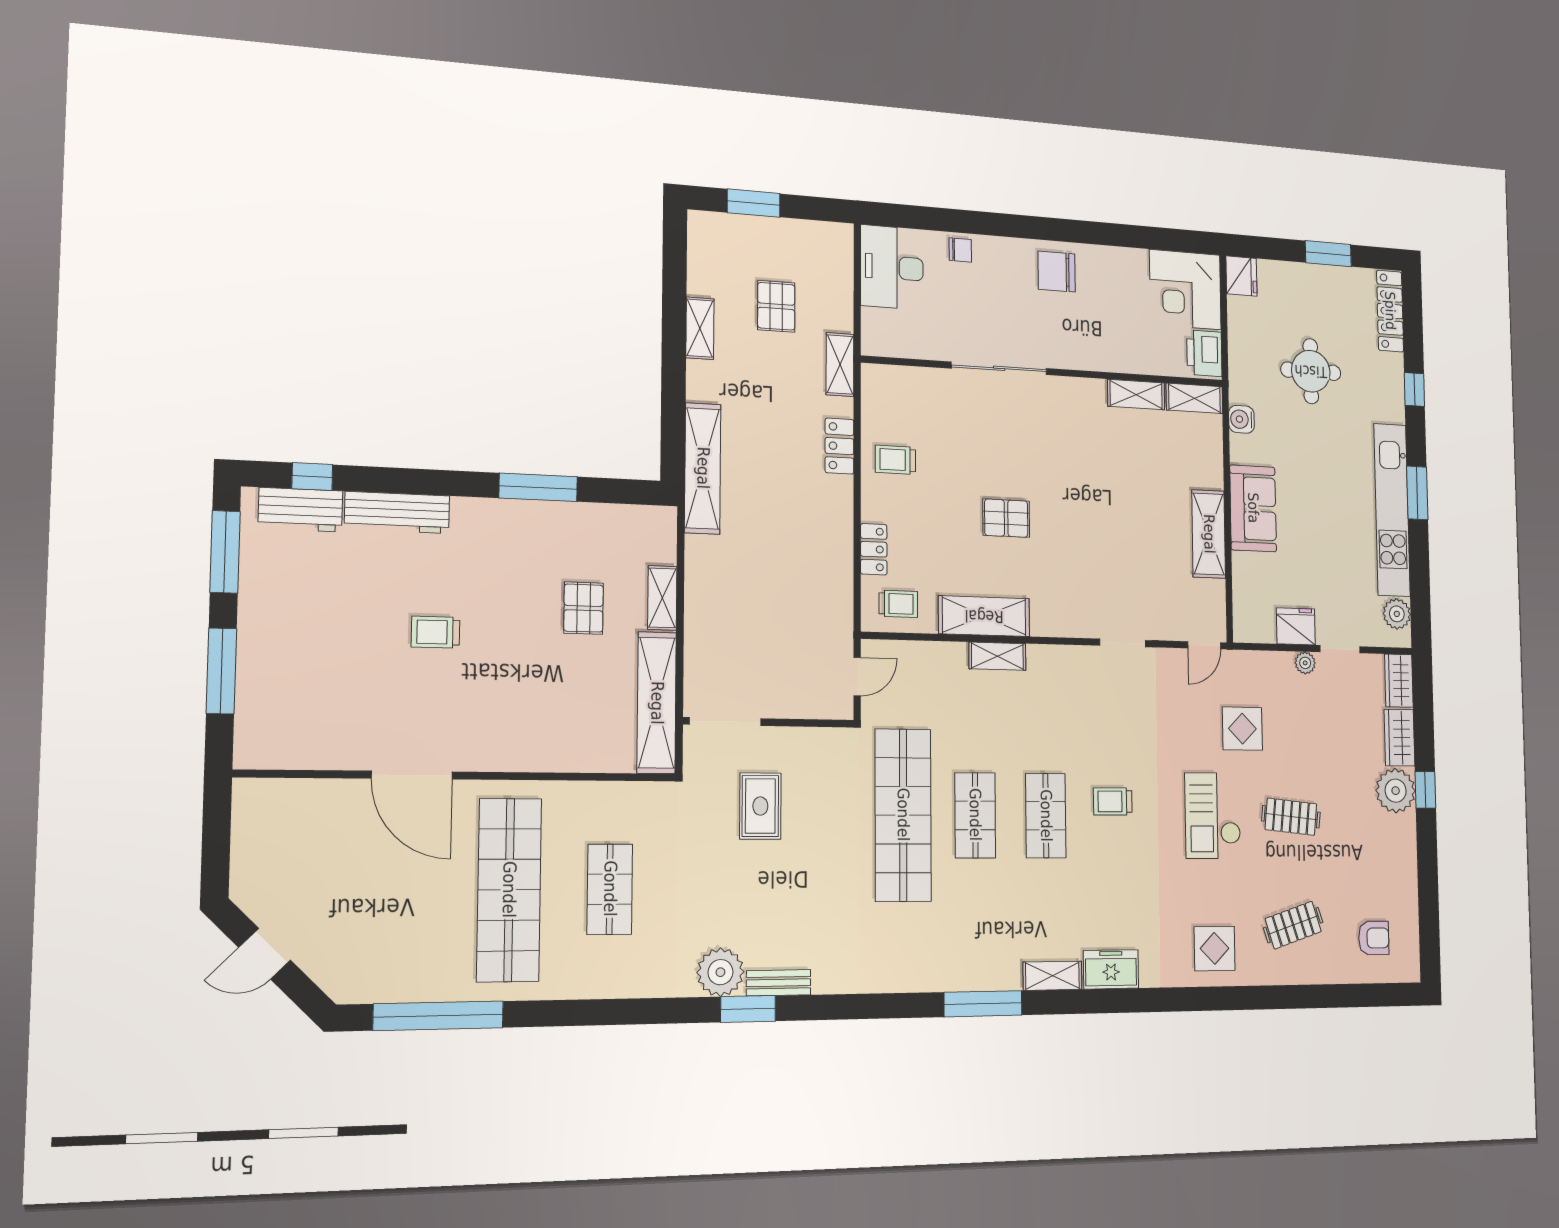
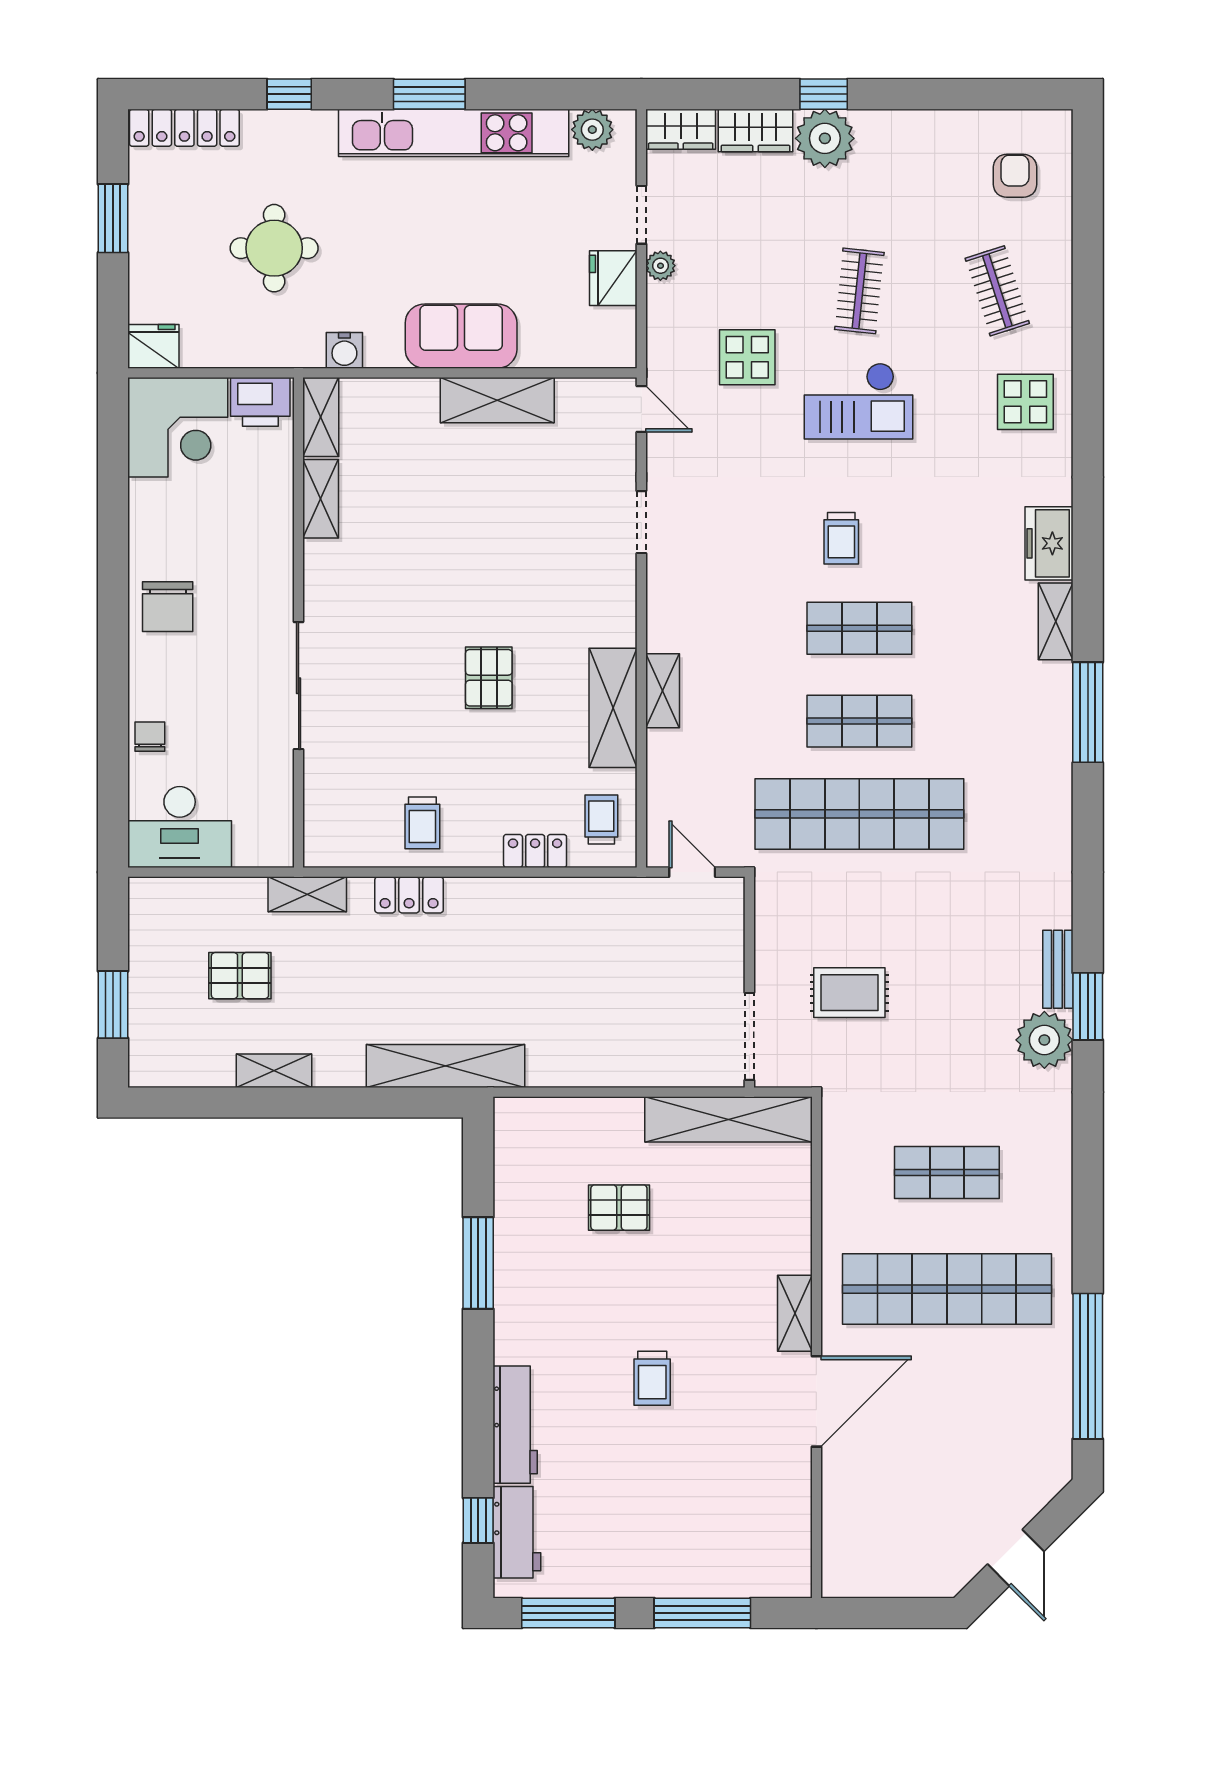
shelving: (662, 598) -> (795, 1313), moved, turned 90

